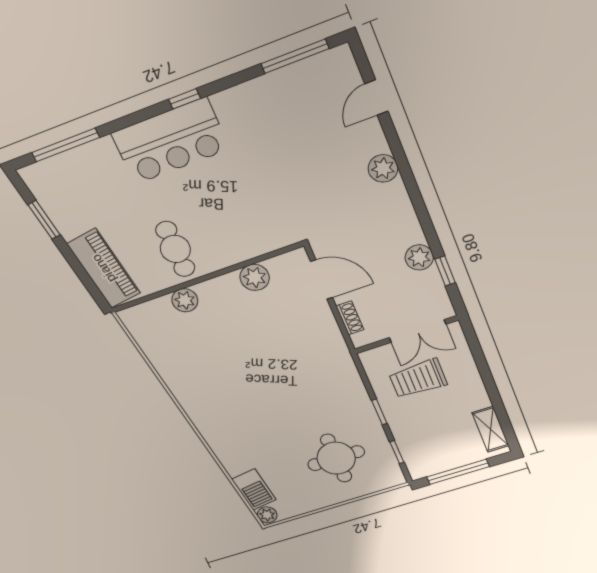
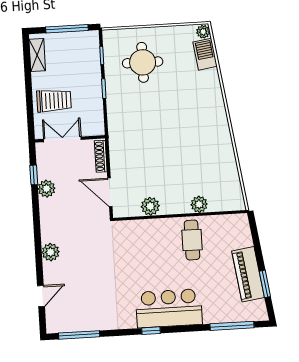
piano: (104, 268) -> (248, 274), moved
shoe rack: (350, 318) -> (101, 156), width x1.43
trolley: (418, 379) -> (54, 101), moved

